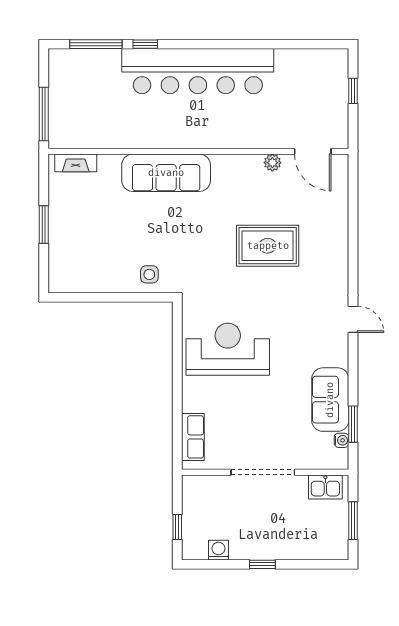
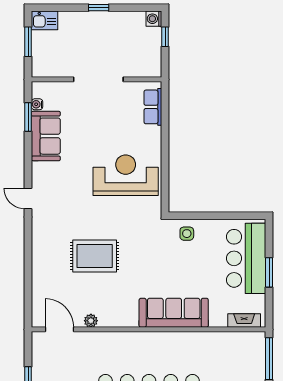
bar counter: (73, 243) -> (246, 258), added
reception desk: (228, 349) -> (126, 175), turned 180
kitchen sink: (325, 487) -> (44, 20), moved, turned 180
washing machine: (218, 550) -> (154, 19), moved, turned 90

